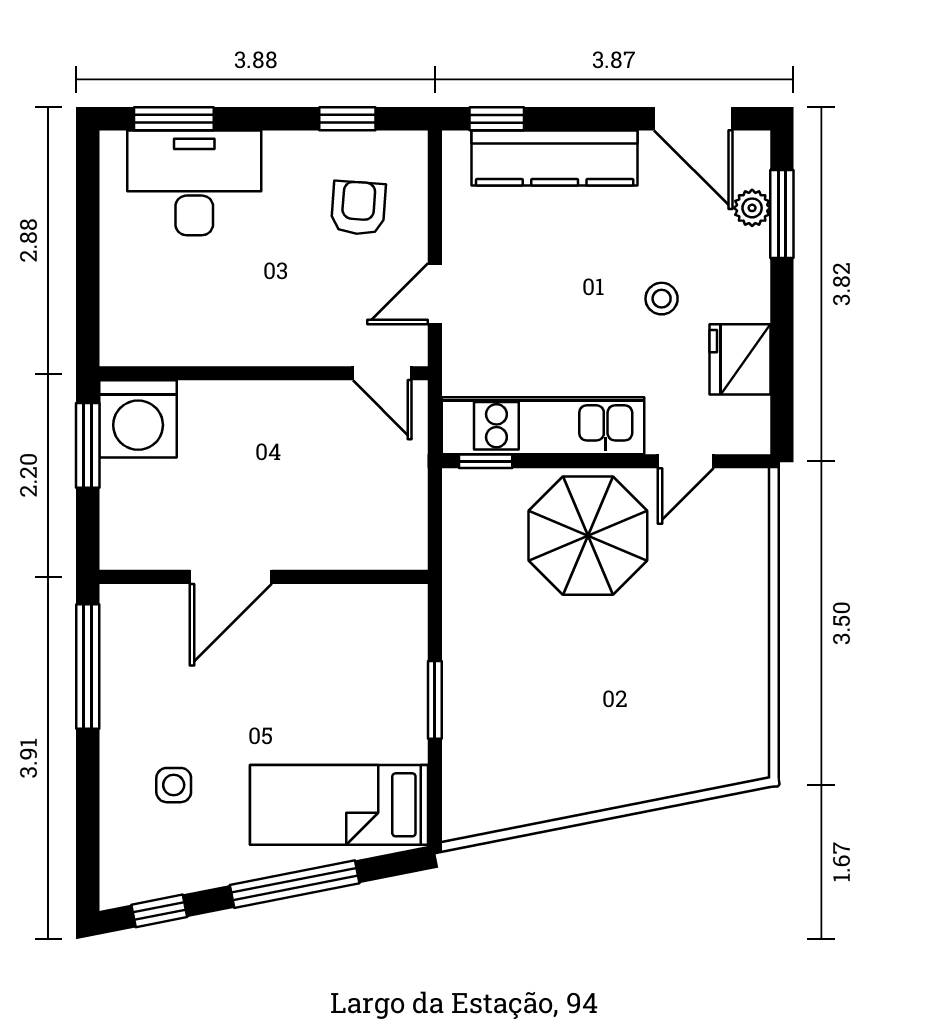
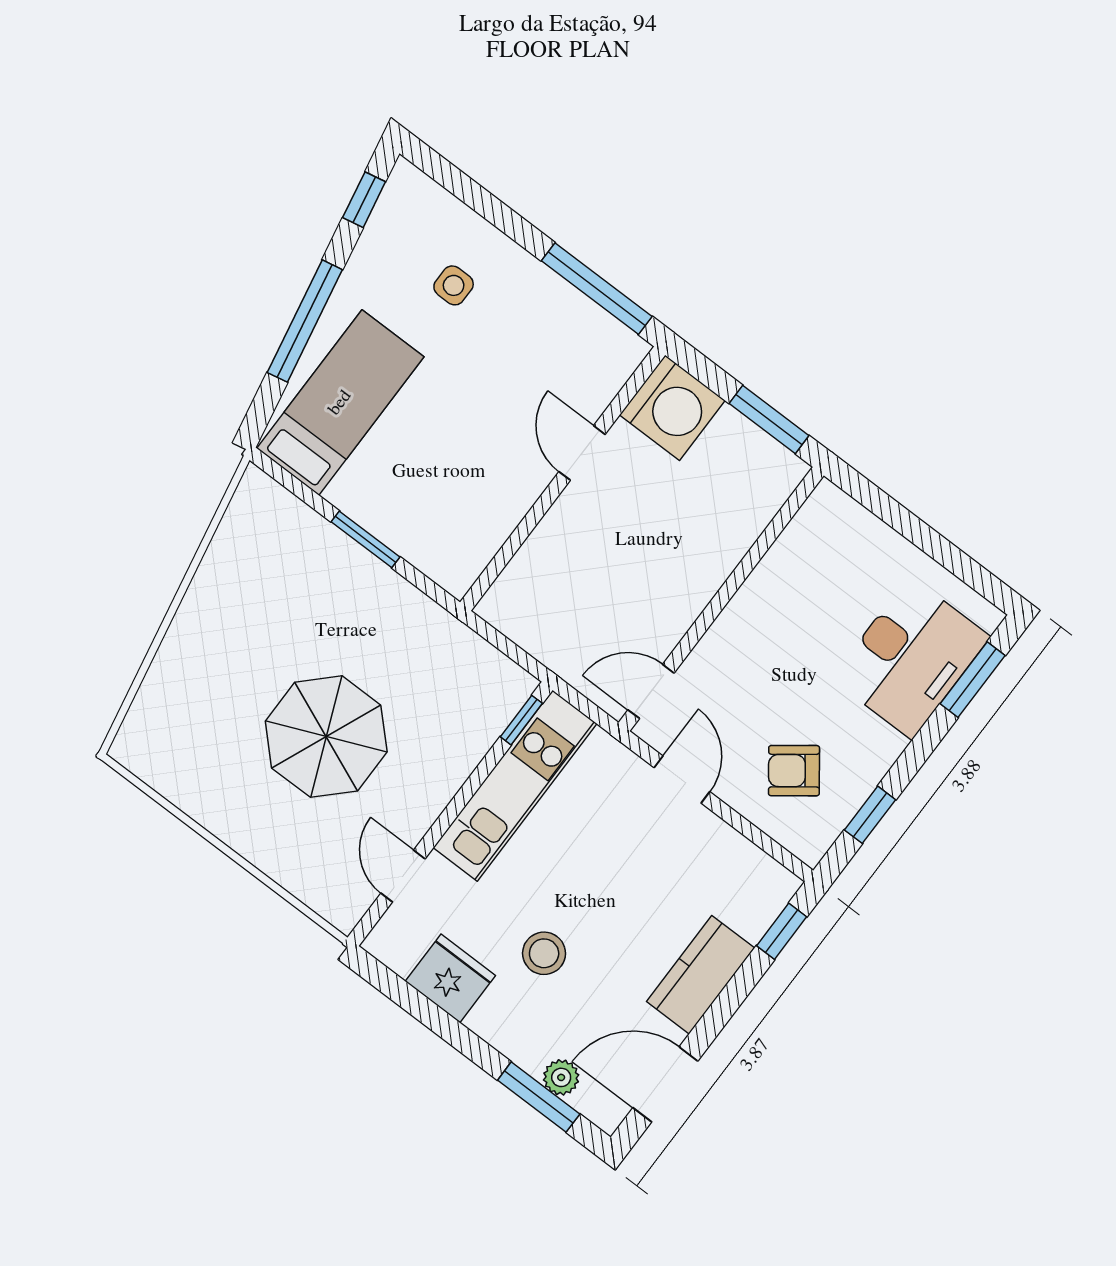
kitchen counter: (555, 158) -> (701, 975), width x0.67
armchair: (358, 208) -> (794, 771), turned 139
stool: (662, 299) -> (544, 953), width x1.37, depth x1.37
washing machine: (138, 419) -> (672, 408), moved, turned 180
parasol: (588, 536) -> (326, 737), moved
door: (231, 577) -> (582, 453), width x0.73

